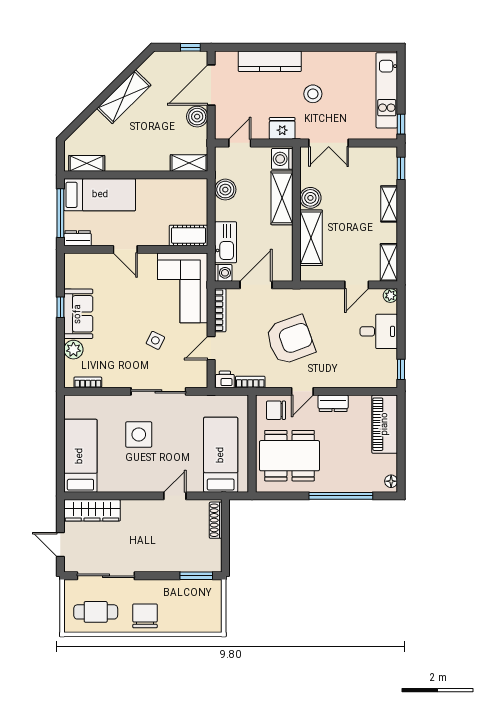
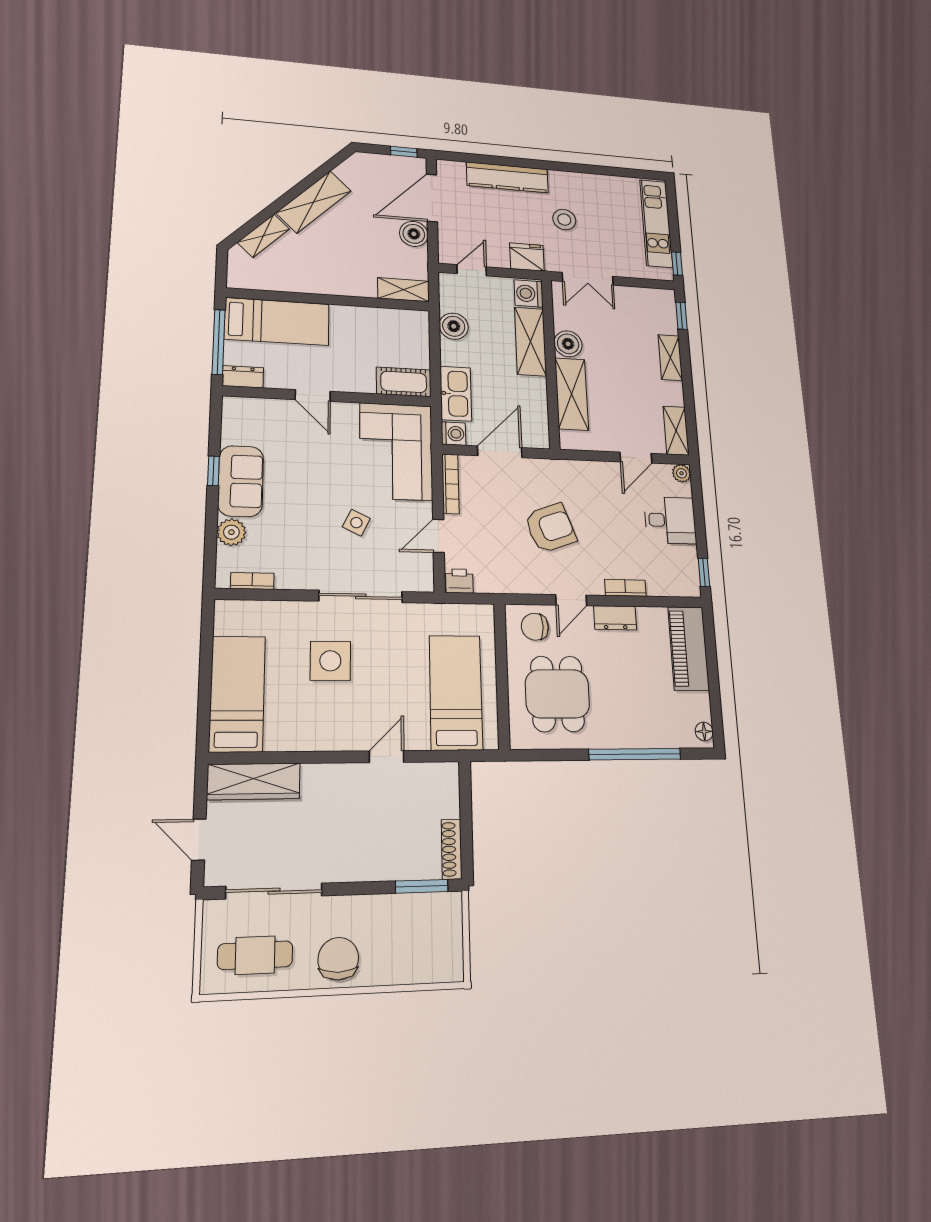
shelving: (87, 163) -> (263, 236), moved, turned -45
armchair: (290, 340) -> (550, 528), width x0.73, depth x0.73
bookcase: (250, 382) -> (625, 588), moved
dining table: (289, 456) -> (557, 694), width x0.73
shoe rack: (216, 520) -> (452, 849), moved

